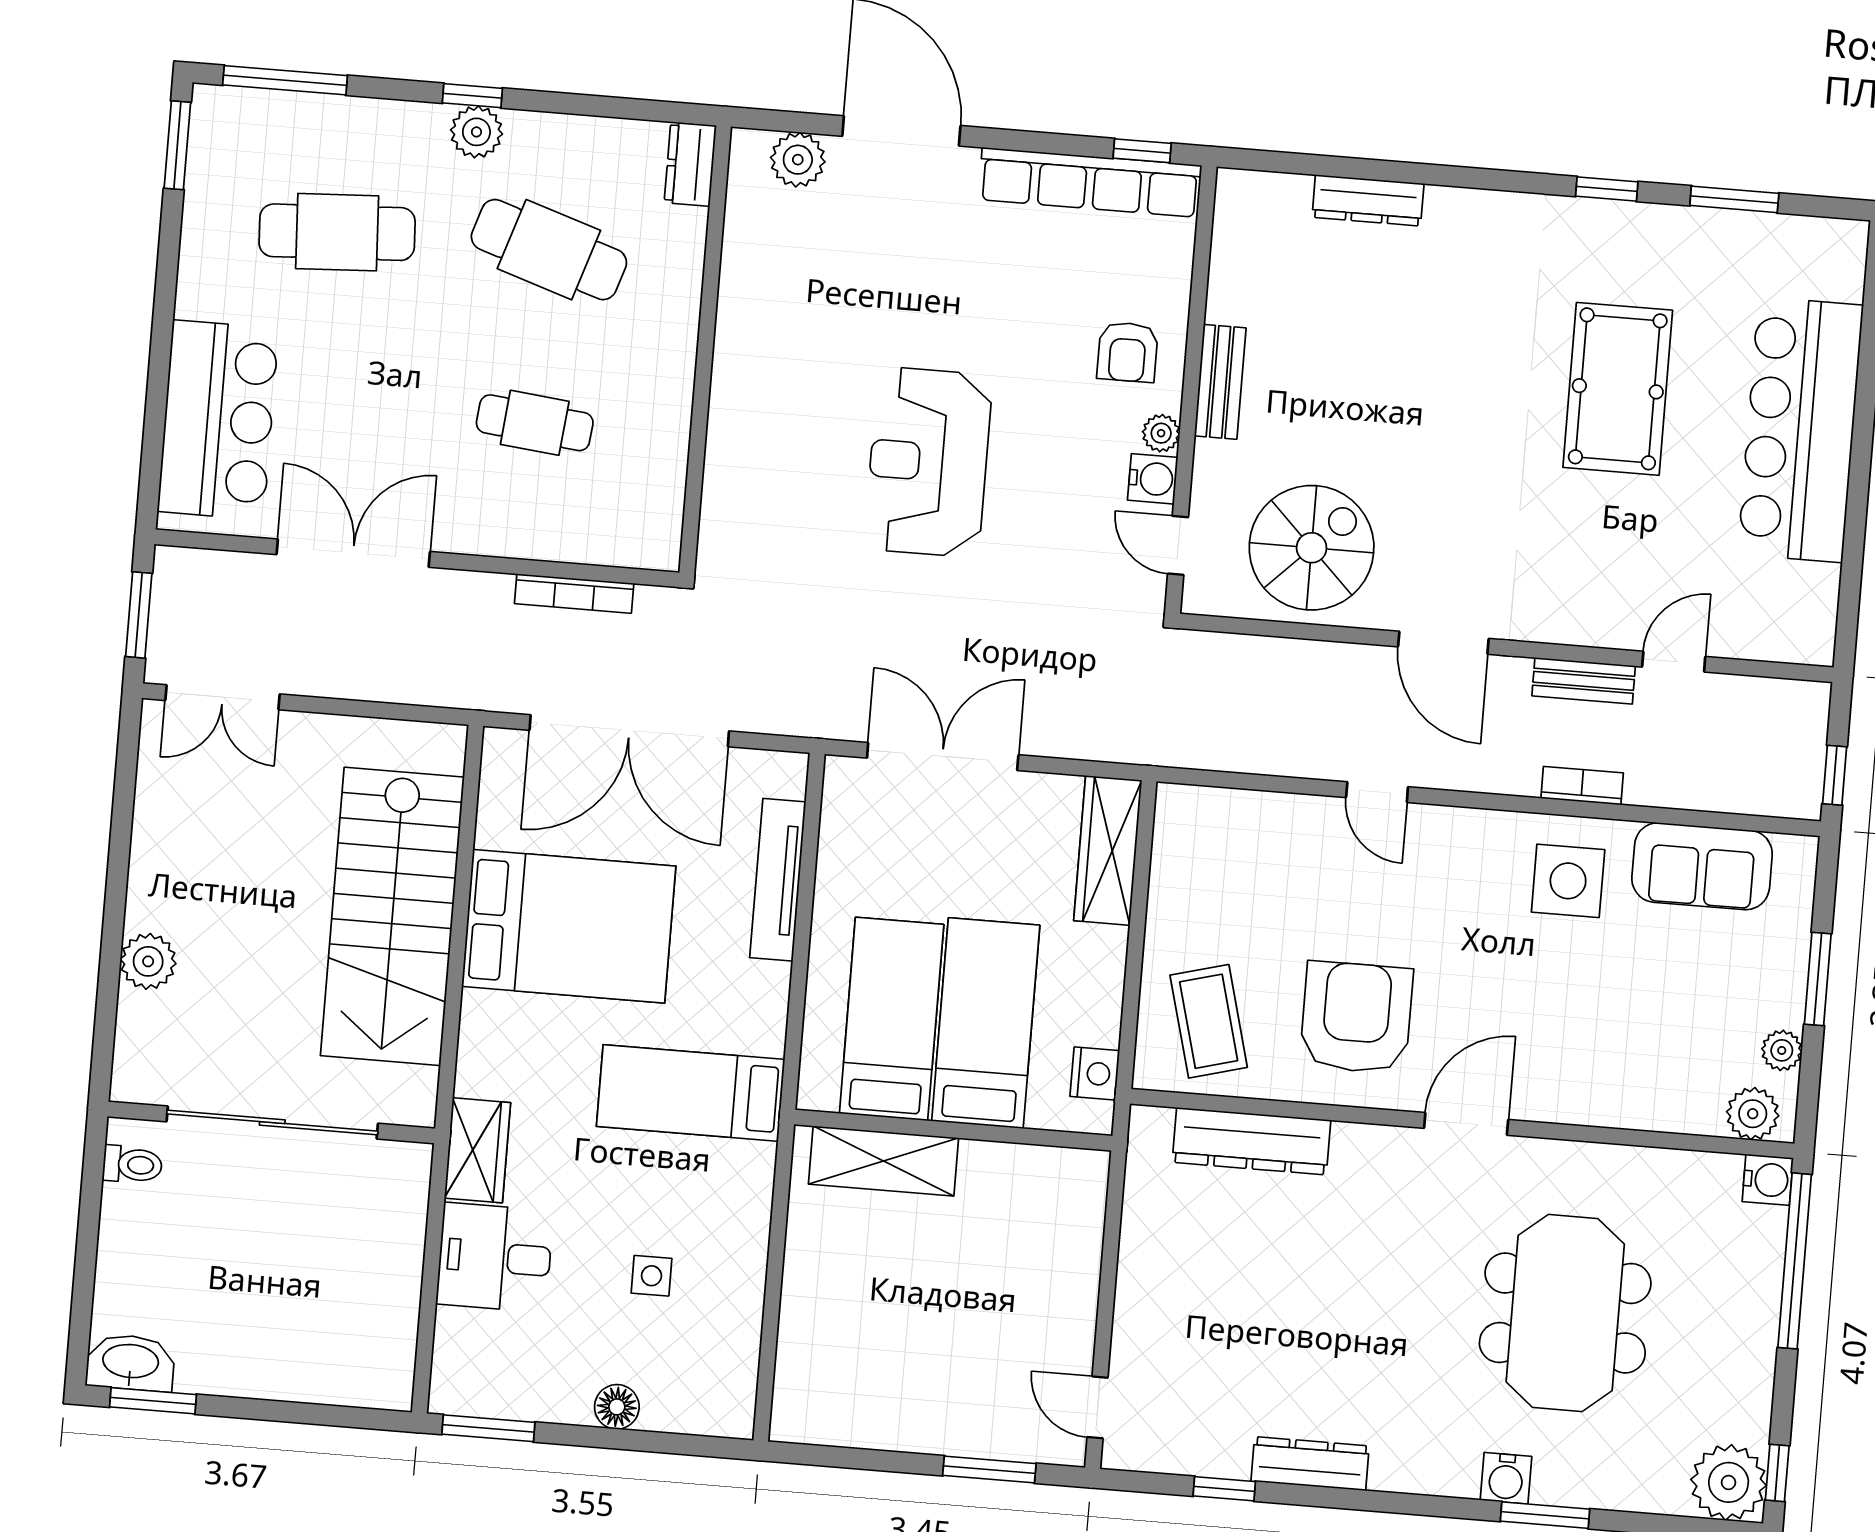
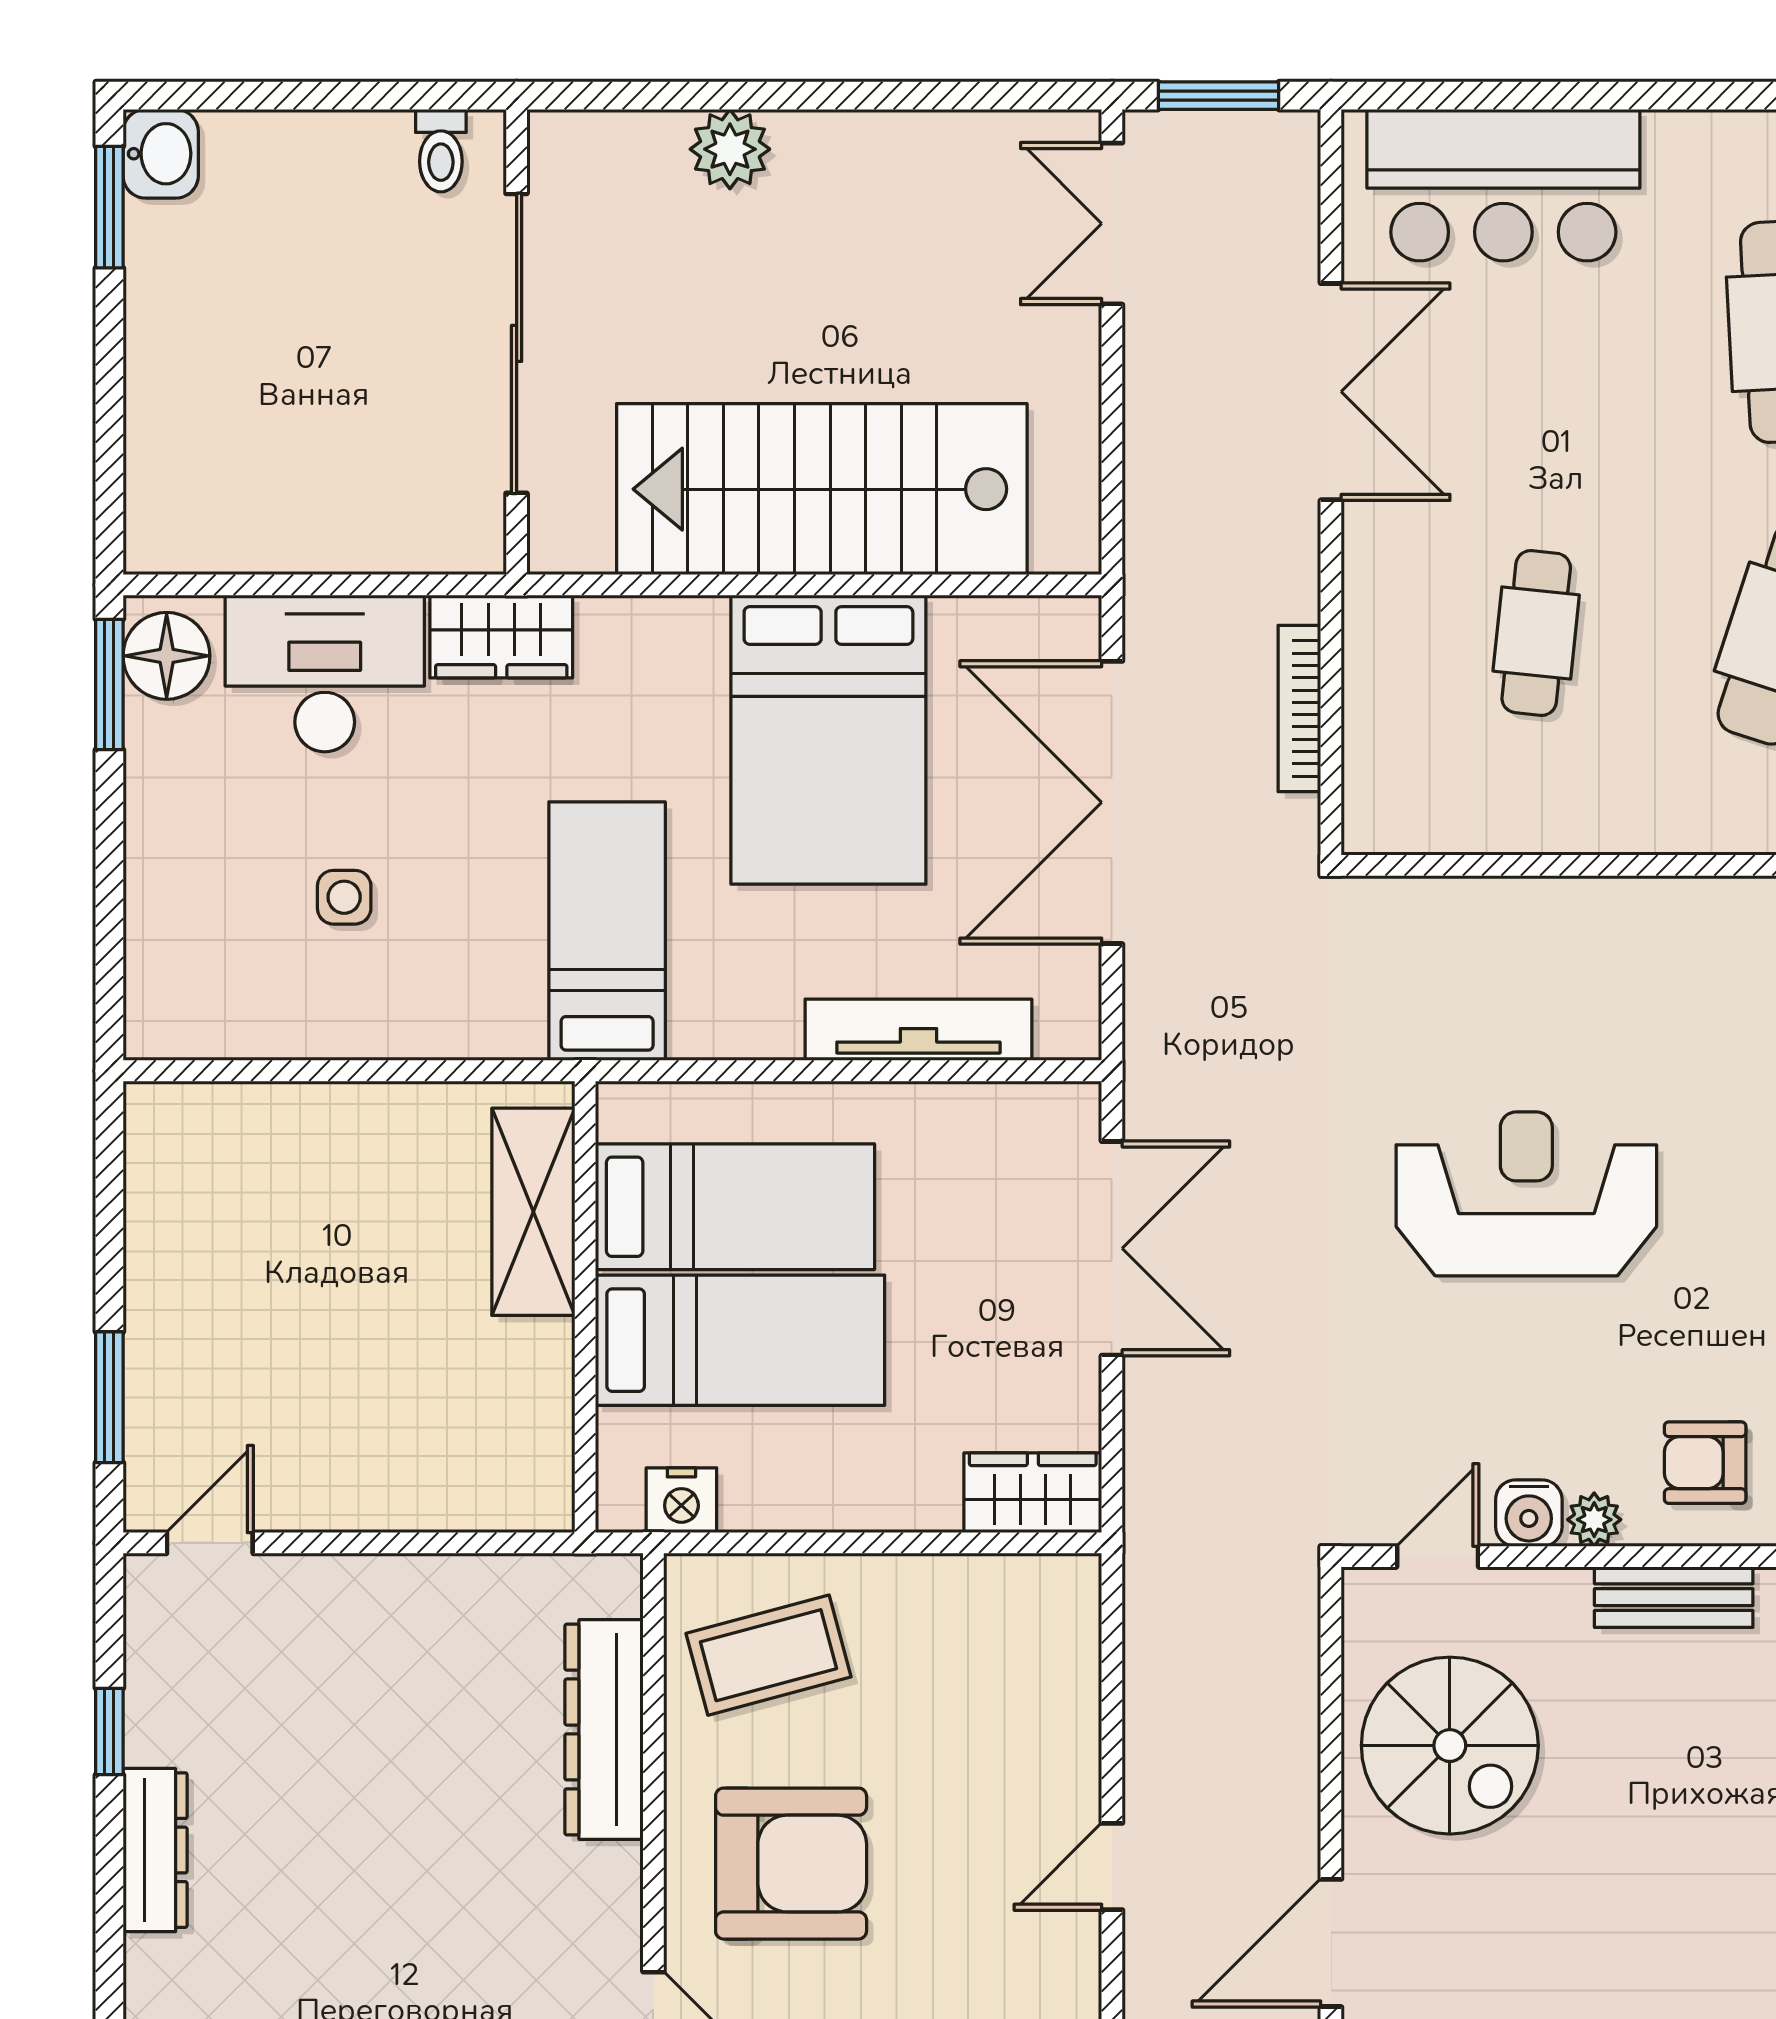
wardrobe: (1108, 850) -> (1033, 1493), width x0.67
desk: (495, 1257) -> (325, 673), width x1.37
washbasin: (130, 1363) -> (161, 154), width x0.72
floor lamp: (617, 1407) -> (167, 656), moved, width x1.38, depth x1.38

